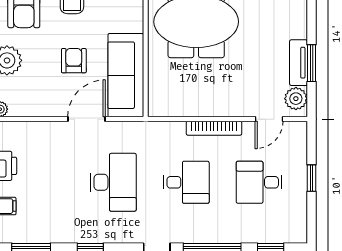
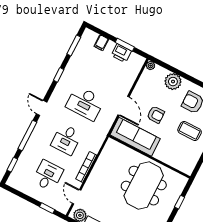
window: (311, 178) -> (47, 208), moved

